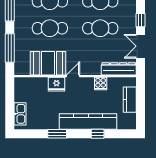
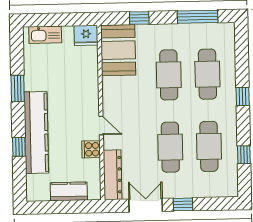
window: (10, 48) -> (139, 18), width x0.46
booth: (48, 63) -> (118, 50), moved
door: (73, 76) -> (101, 125), moved
fridge: (57, 84) -> (86, 35), moved, turned -90

